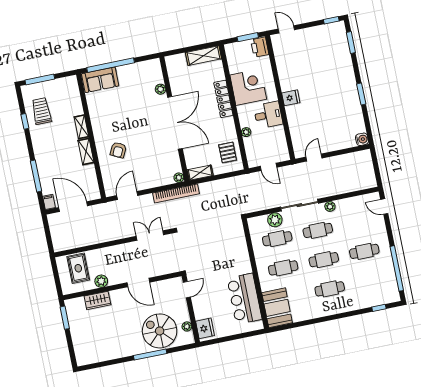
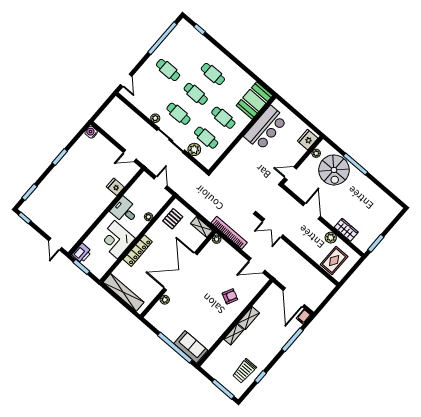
shelving: (204, 56) -> (123, 292), width x1.47
fridge: (291, 98) -> (115, 187), moved

